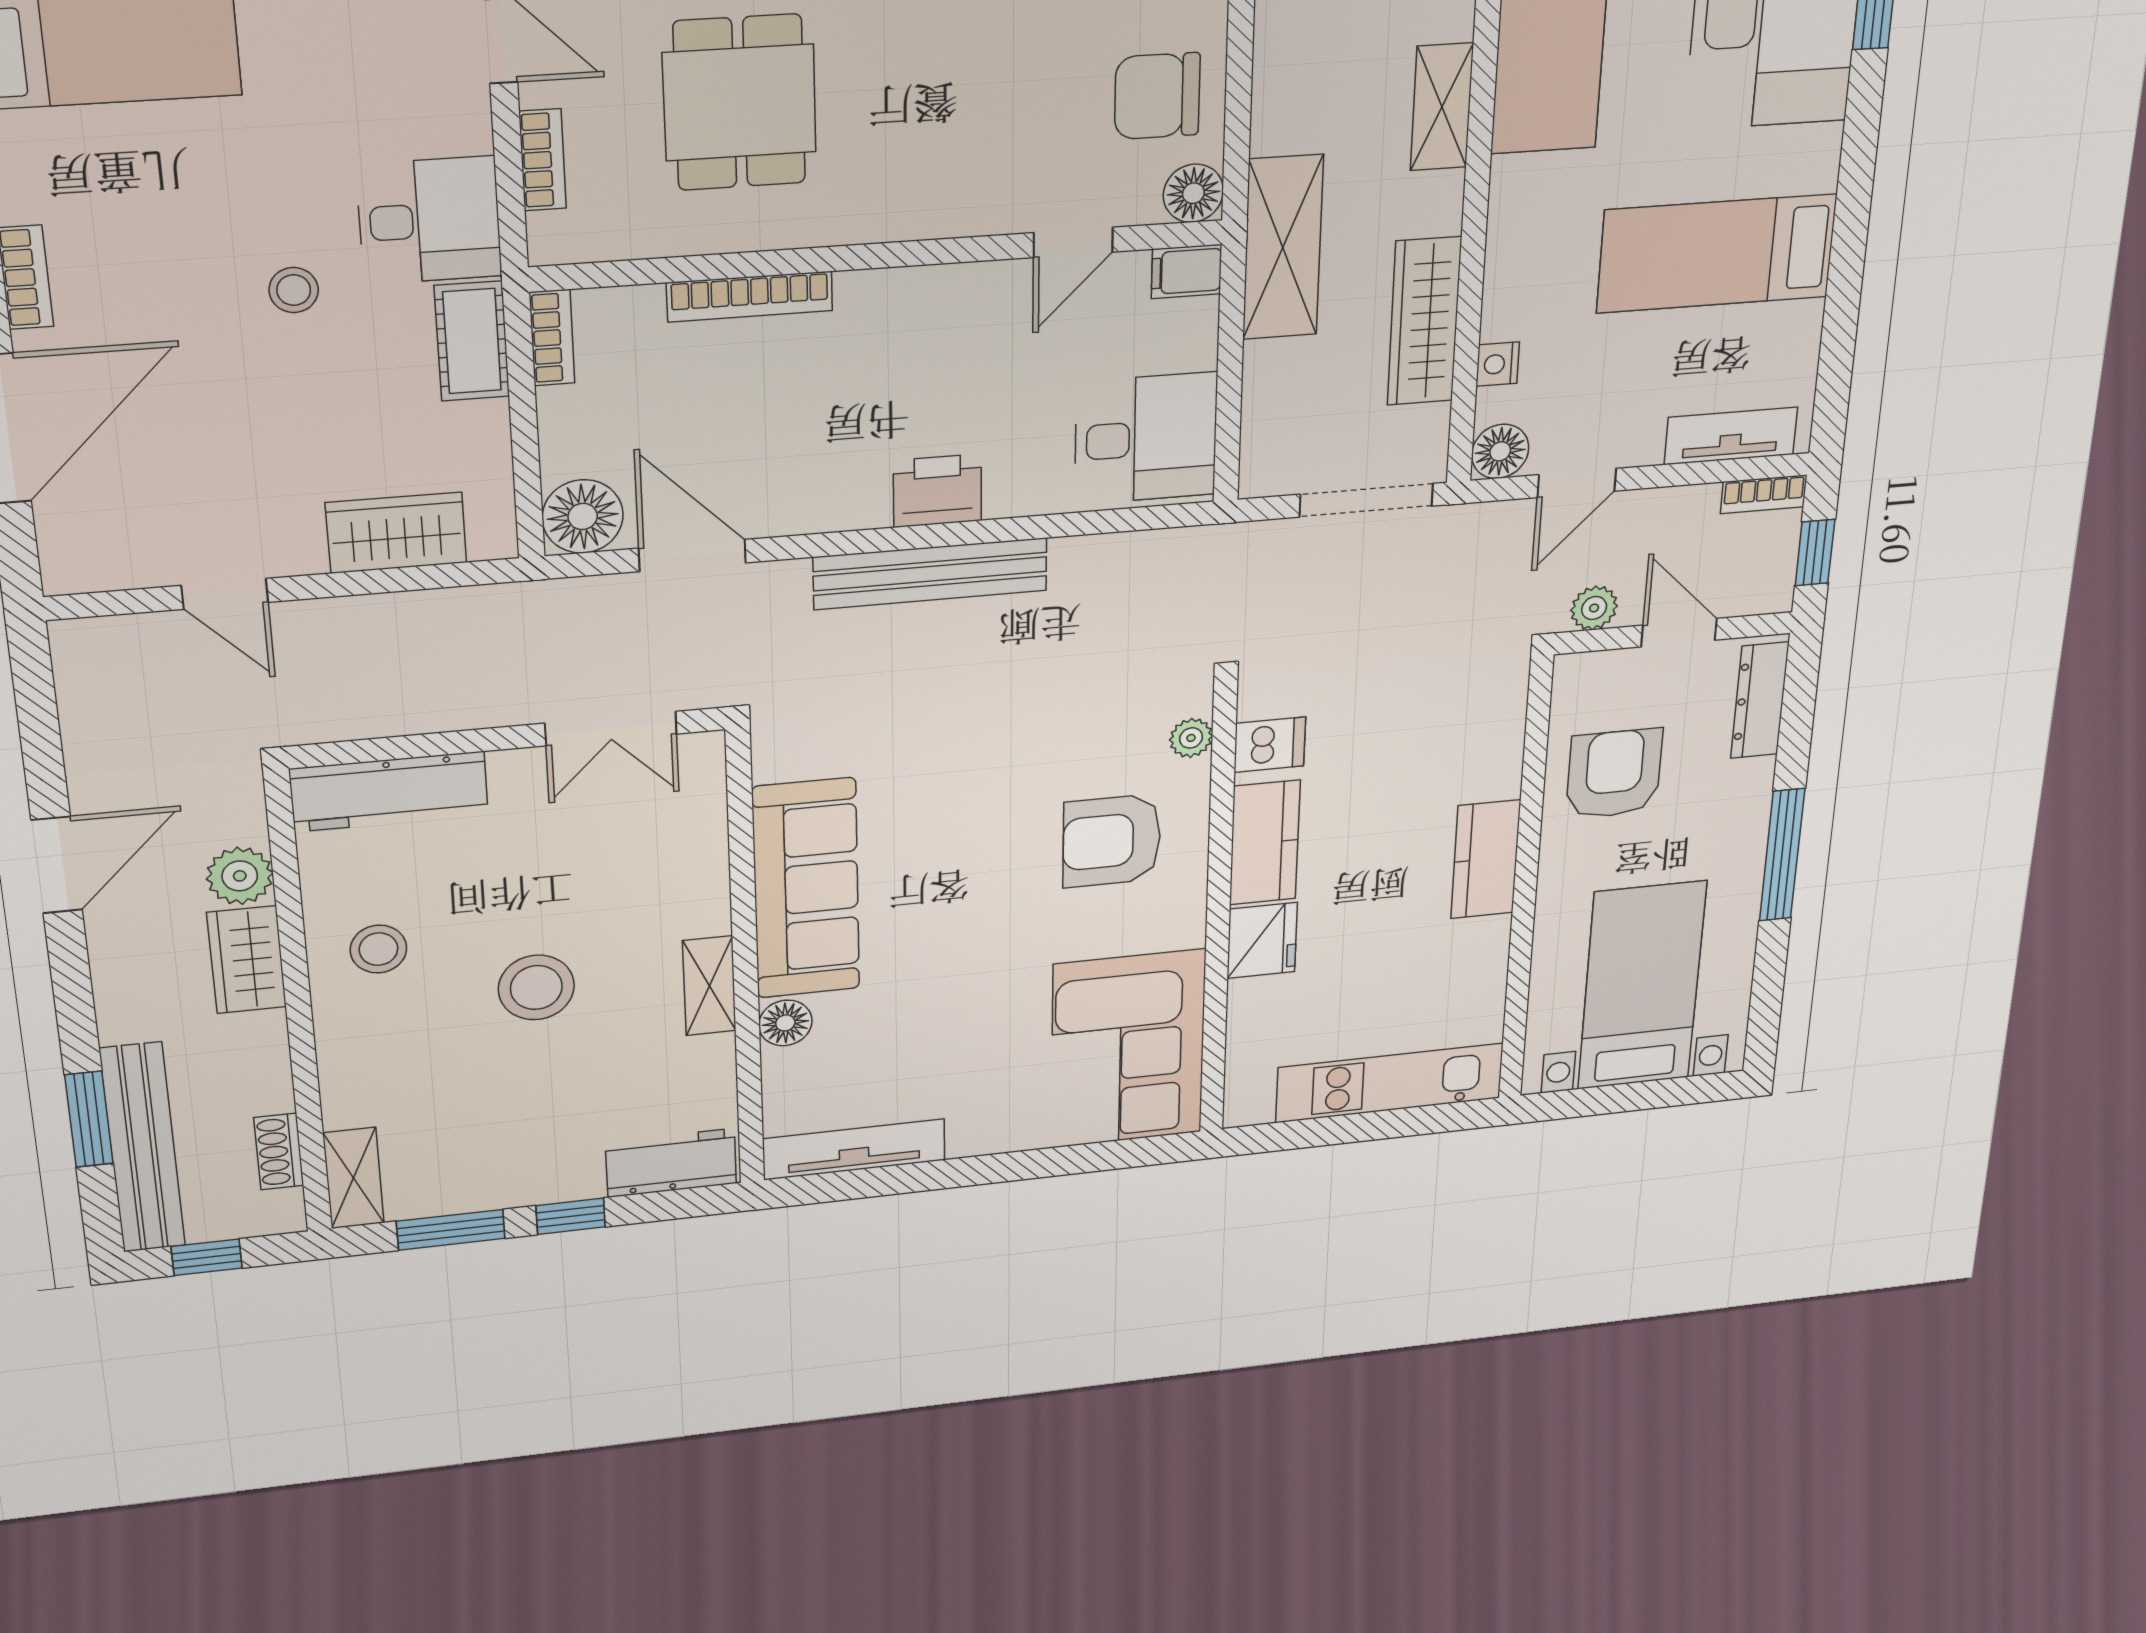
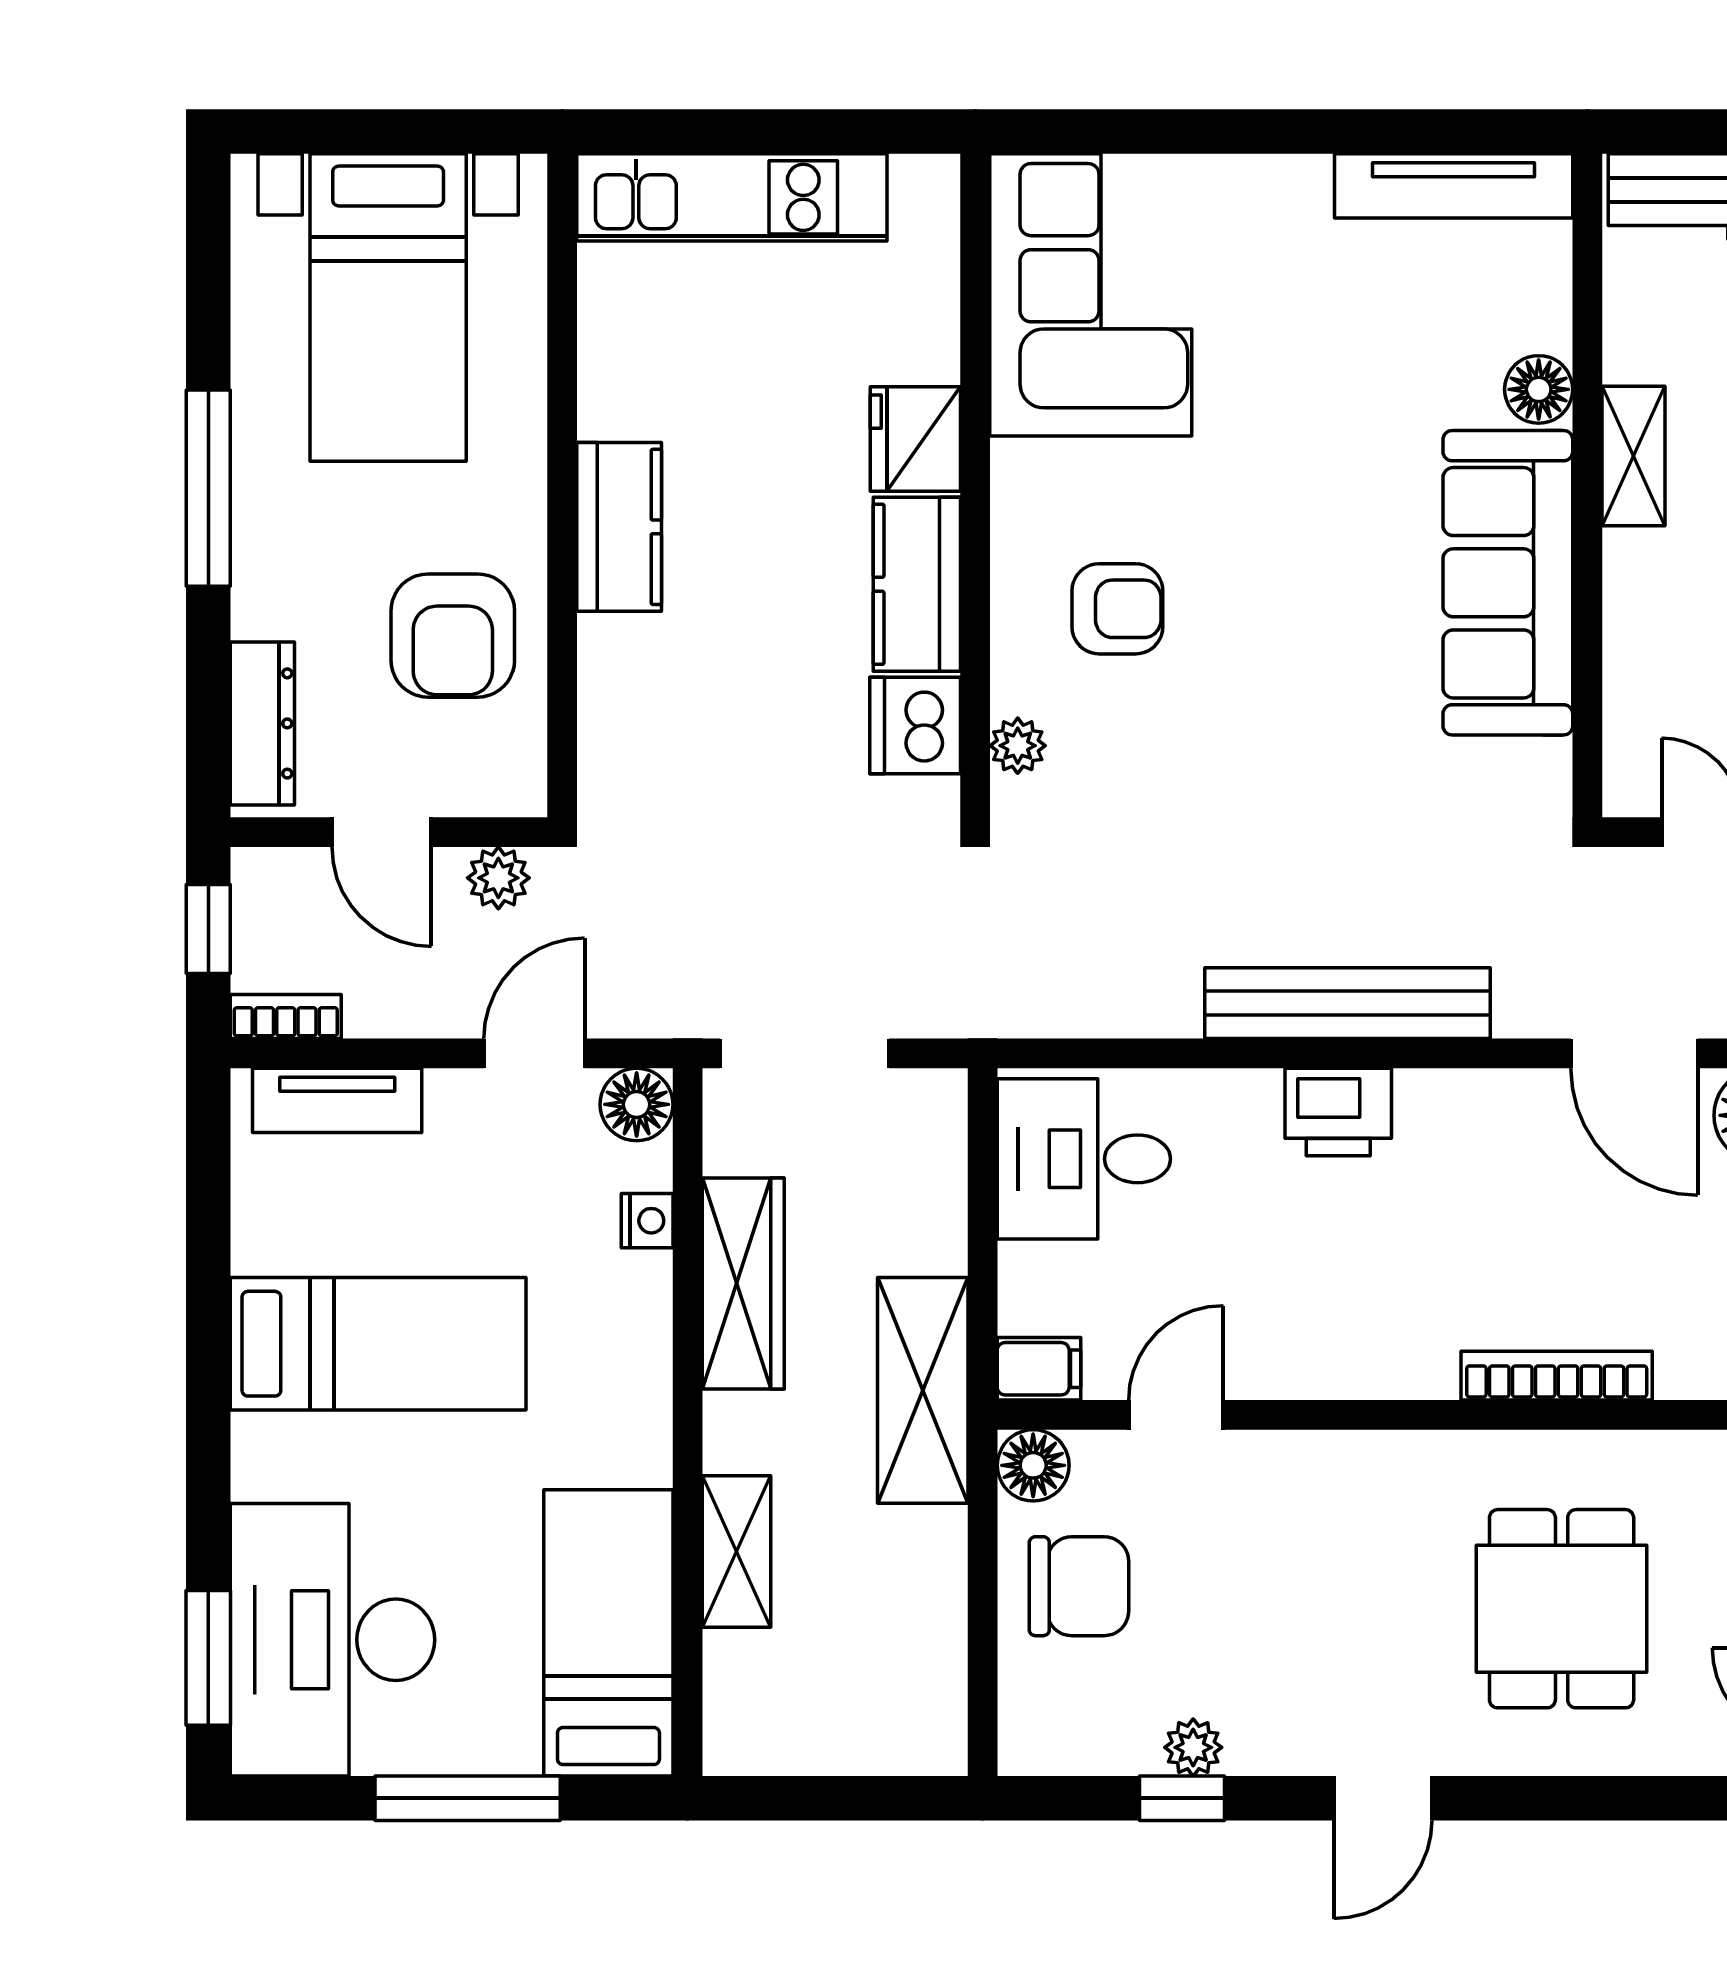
dishwasher: (1270, 745) -> (915, 726), width x1.38
armchair: (1112, 841) -> (1117, 609), width x0.72, depth x0.72

